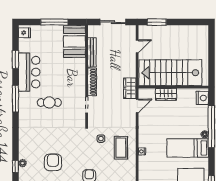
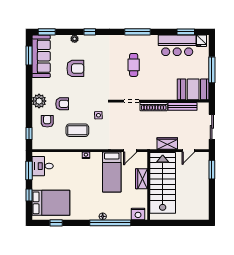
door: (137, 46) -> (188, 151), hinge flipped
window: (15, 60) -> (186, 32), moved
bar counter: (29, 72) -> (177, 45), moved
wardrobe: (130, 88) -> (167, 143), moved
door: (137, 106) -> (130, 151), hinge flipped
coffee table: (121, 148) -> (77, 130), moved
bed: (188, 148) -> (112, 172), moved, turned 180
window: (15, 167) -> (90, 32), moved

